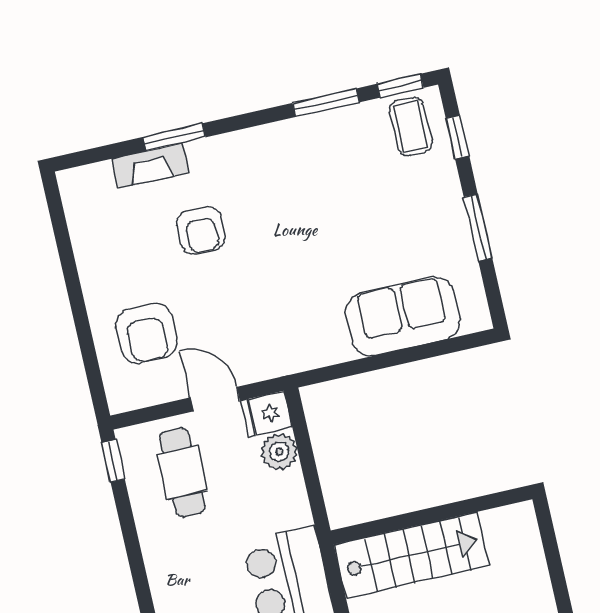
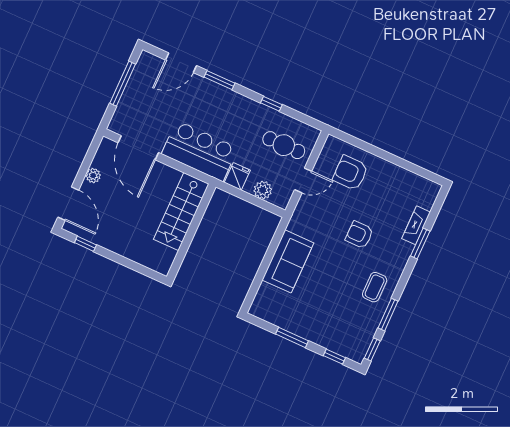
coffee table: (411, 126) -> (375, 287), moved, turned 90
armchair: (201, 230) -> (359, 235), moved
sofa: (403, 316) -> (288, 261), moved
fridge: (267, 414) -> (237, 176), moved
window: (113, 461) -> (271, 104), moved

